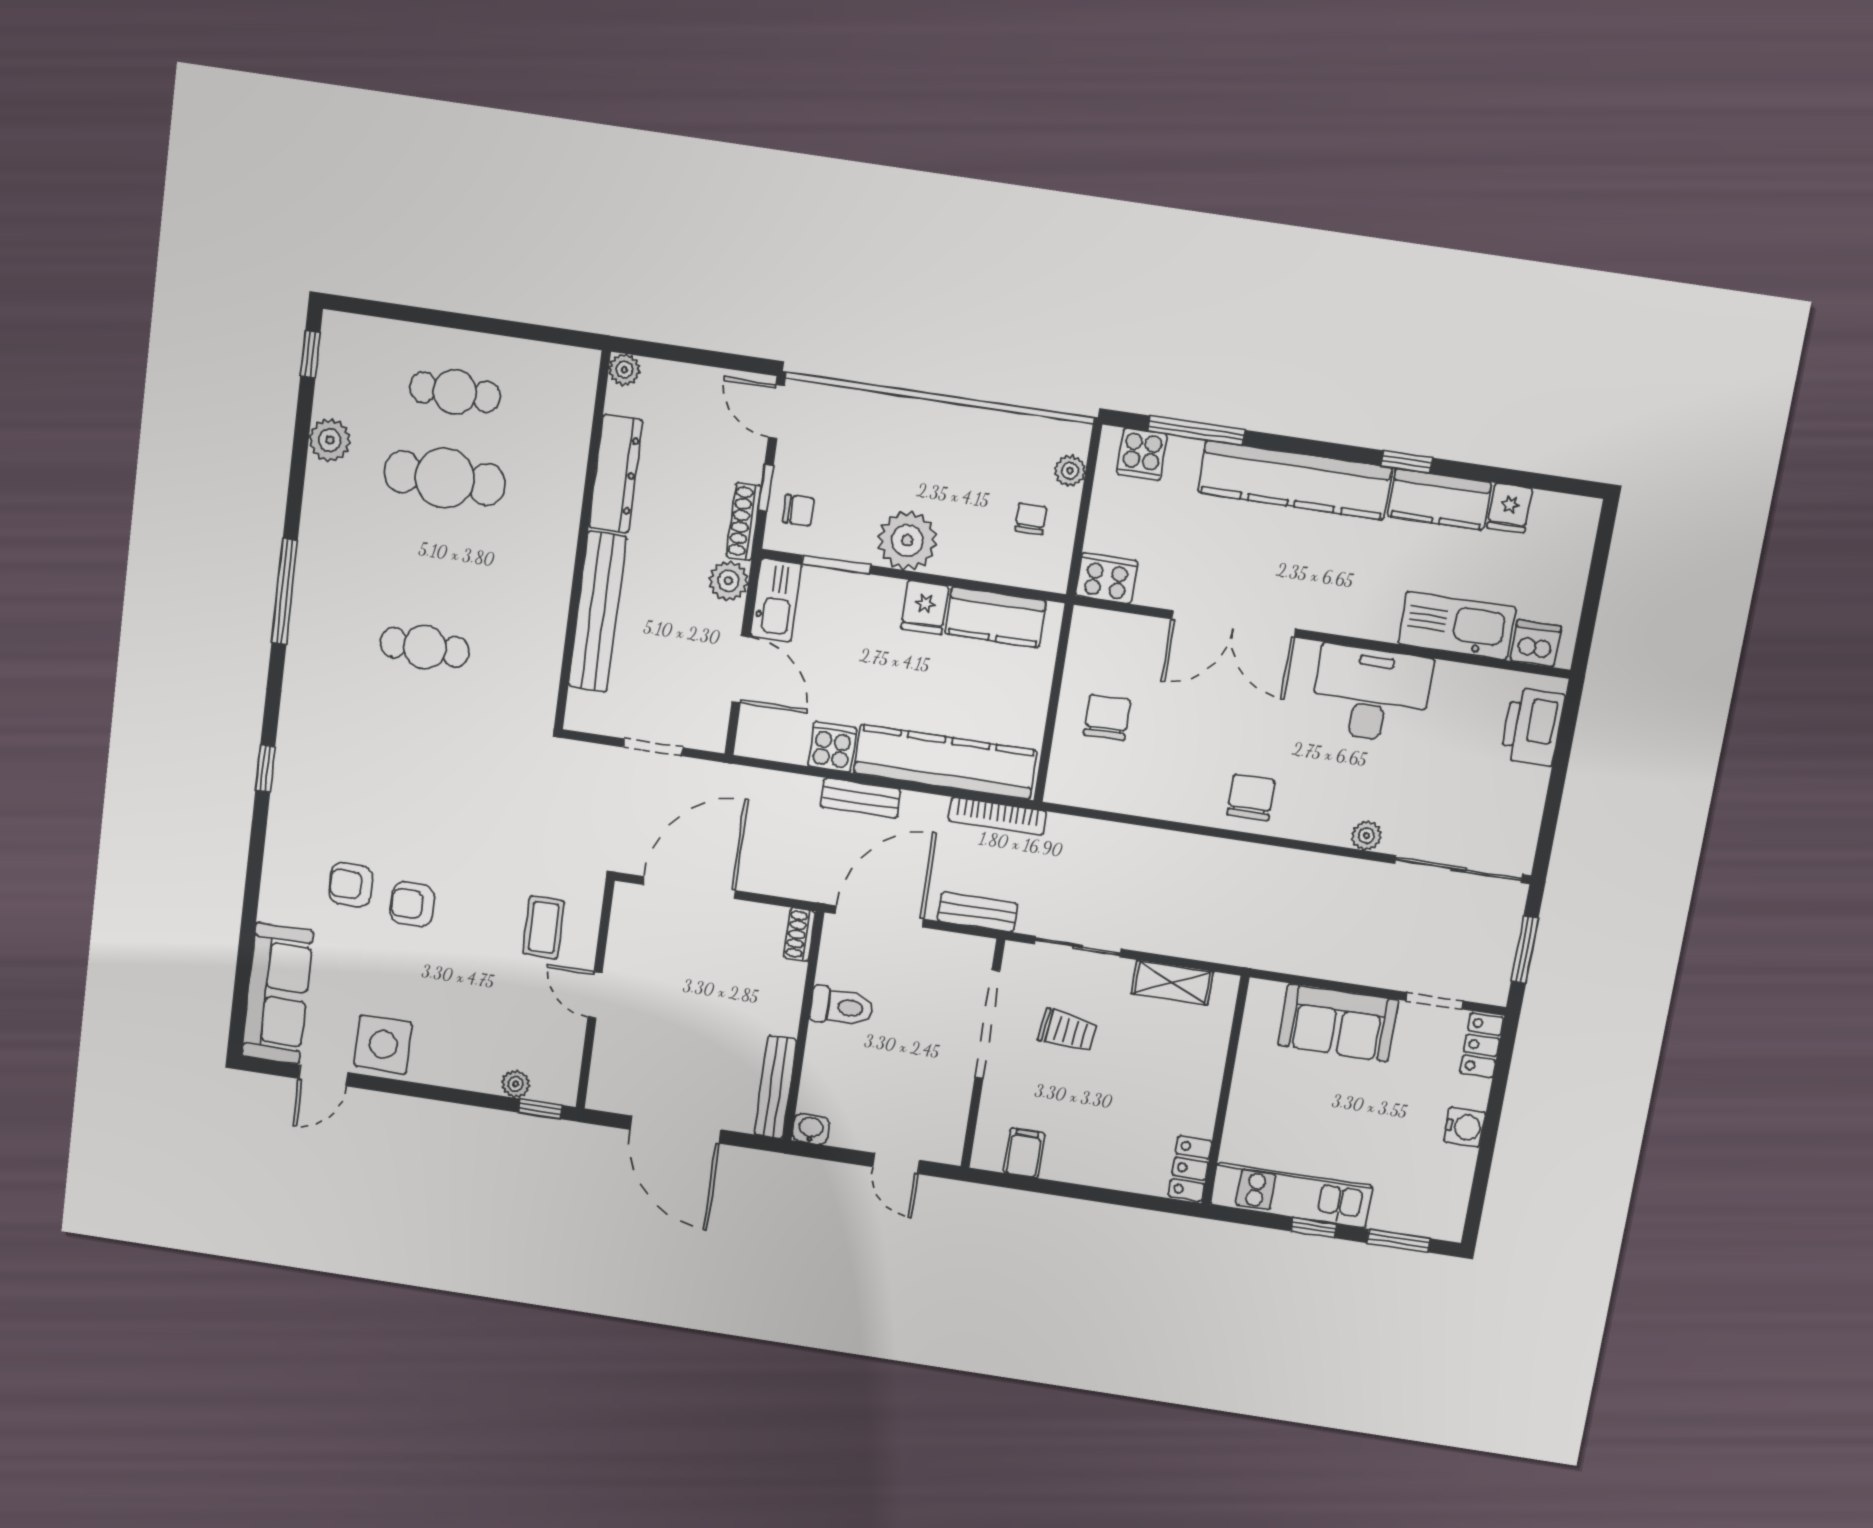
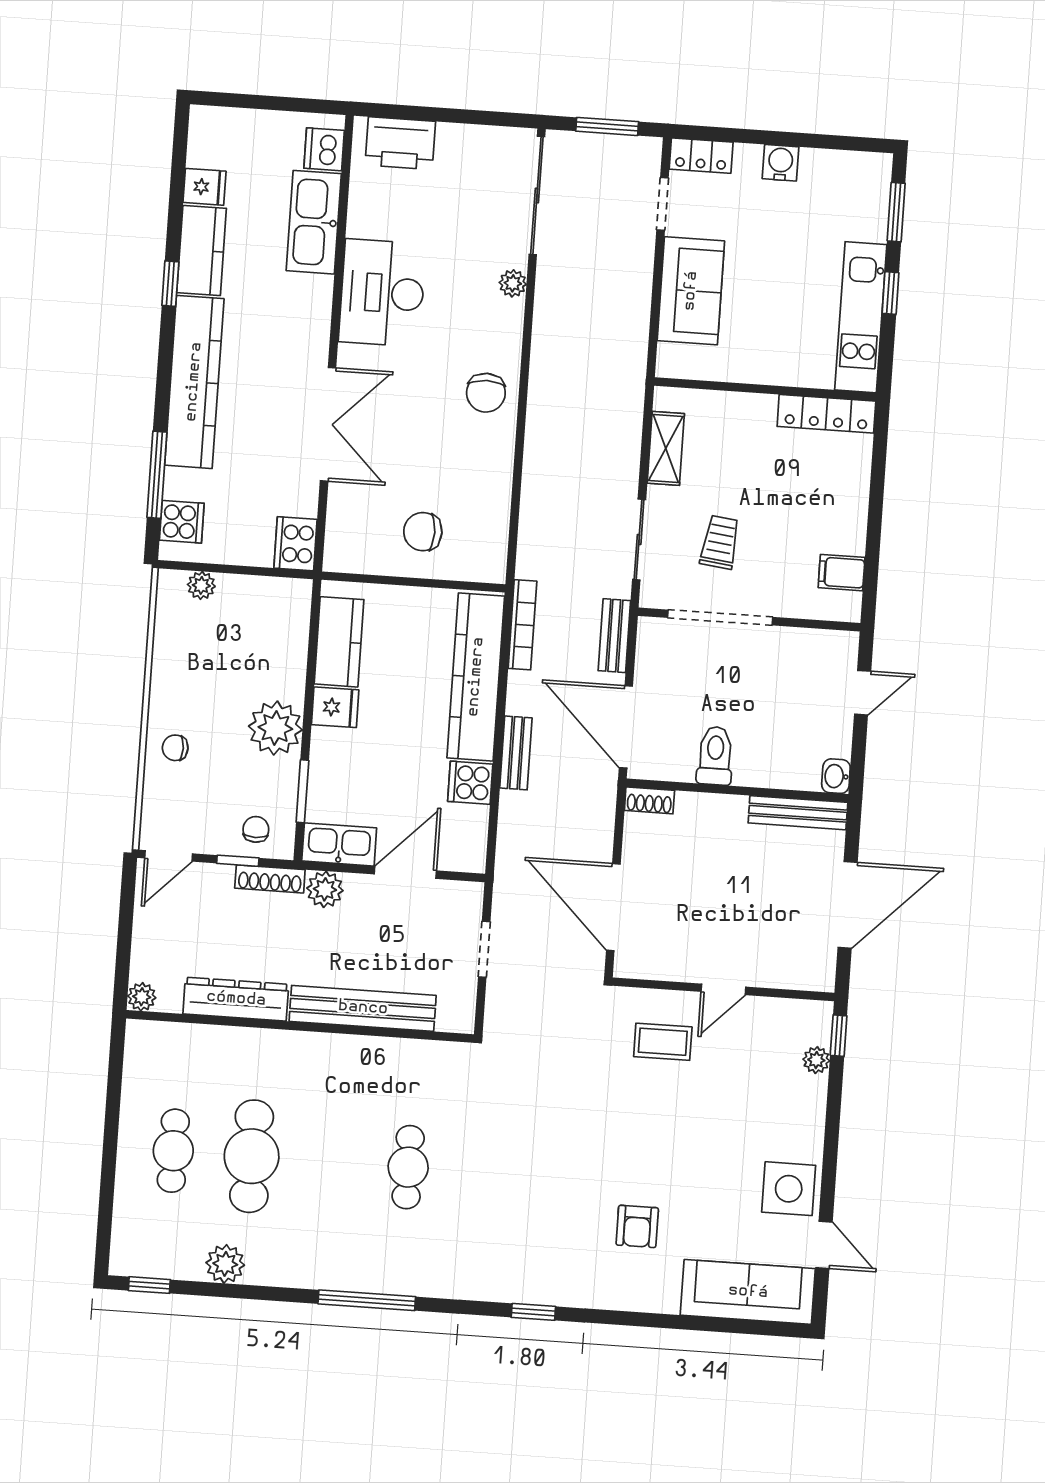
chair: (1031, 519) -> (175, 748), moved
chair: (1251, 797) -> (486, 393), turned -90
armchair: (412, 904) -> (651, 1167), removed
locker: (1190, 1169) -> (826, 414), width x1.53

